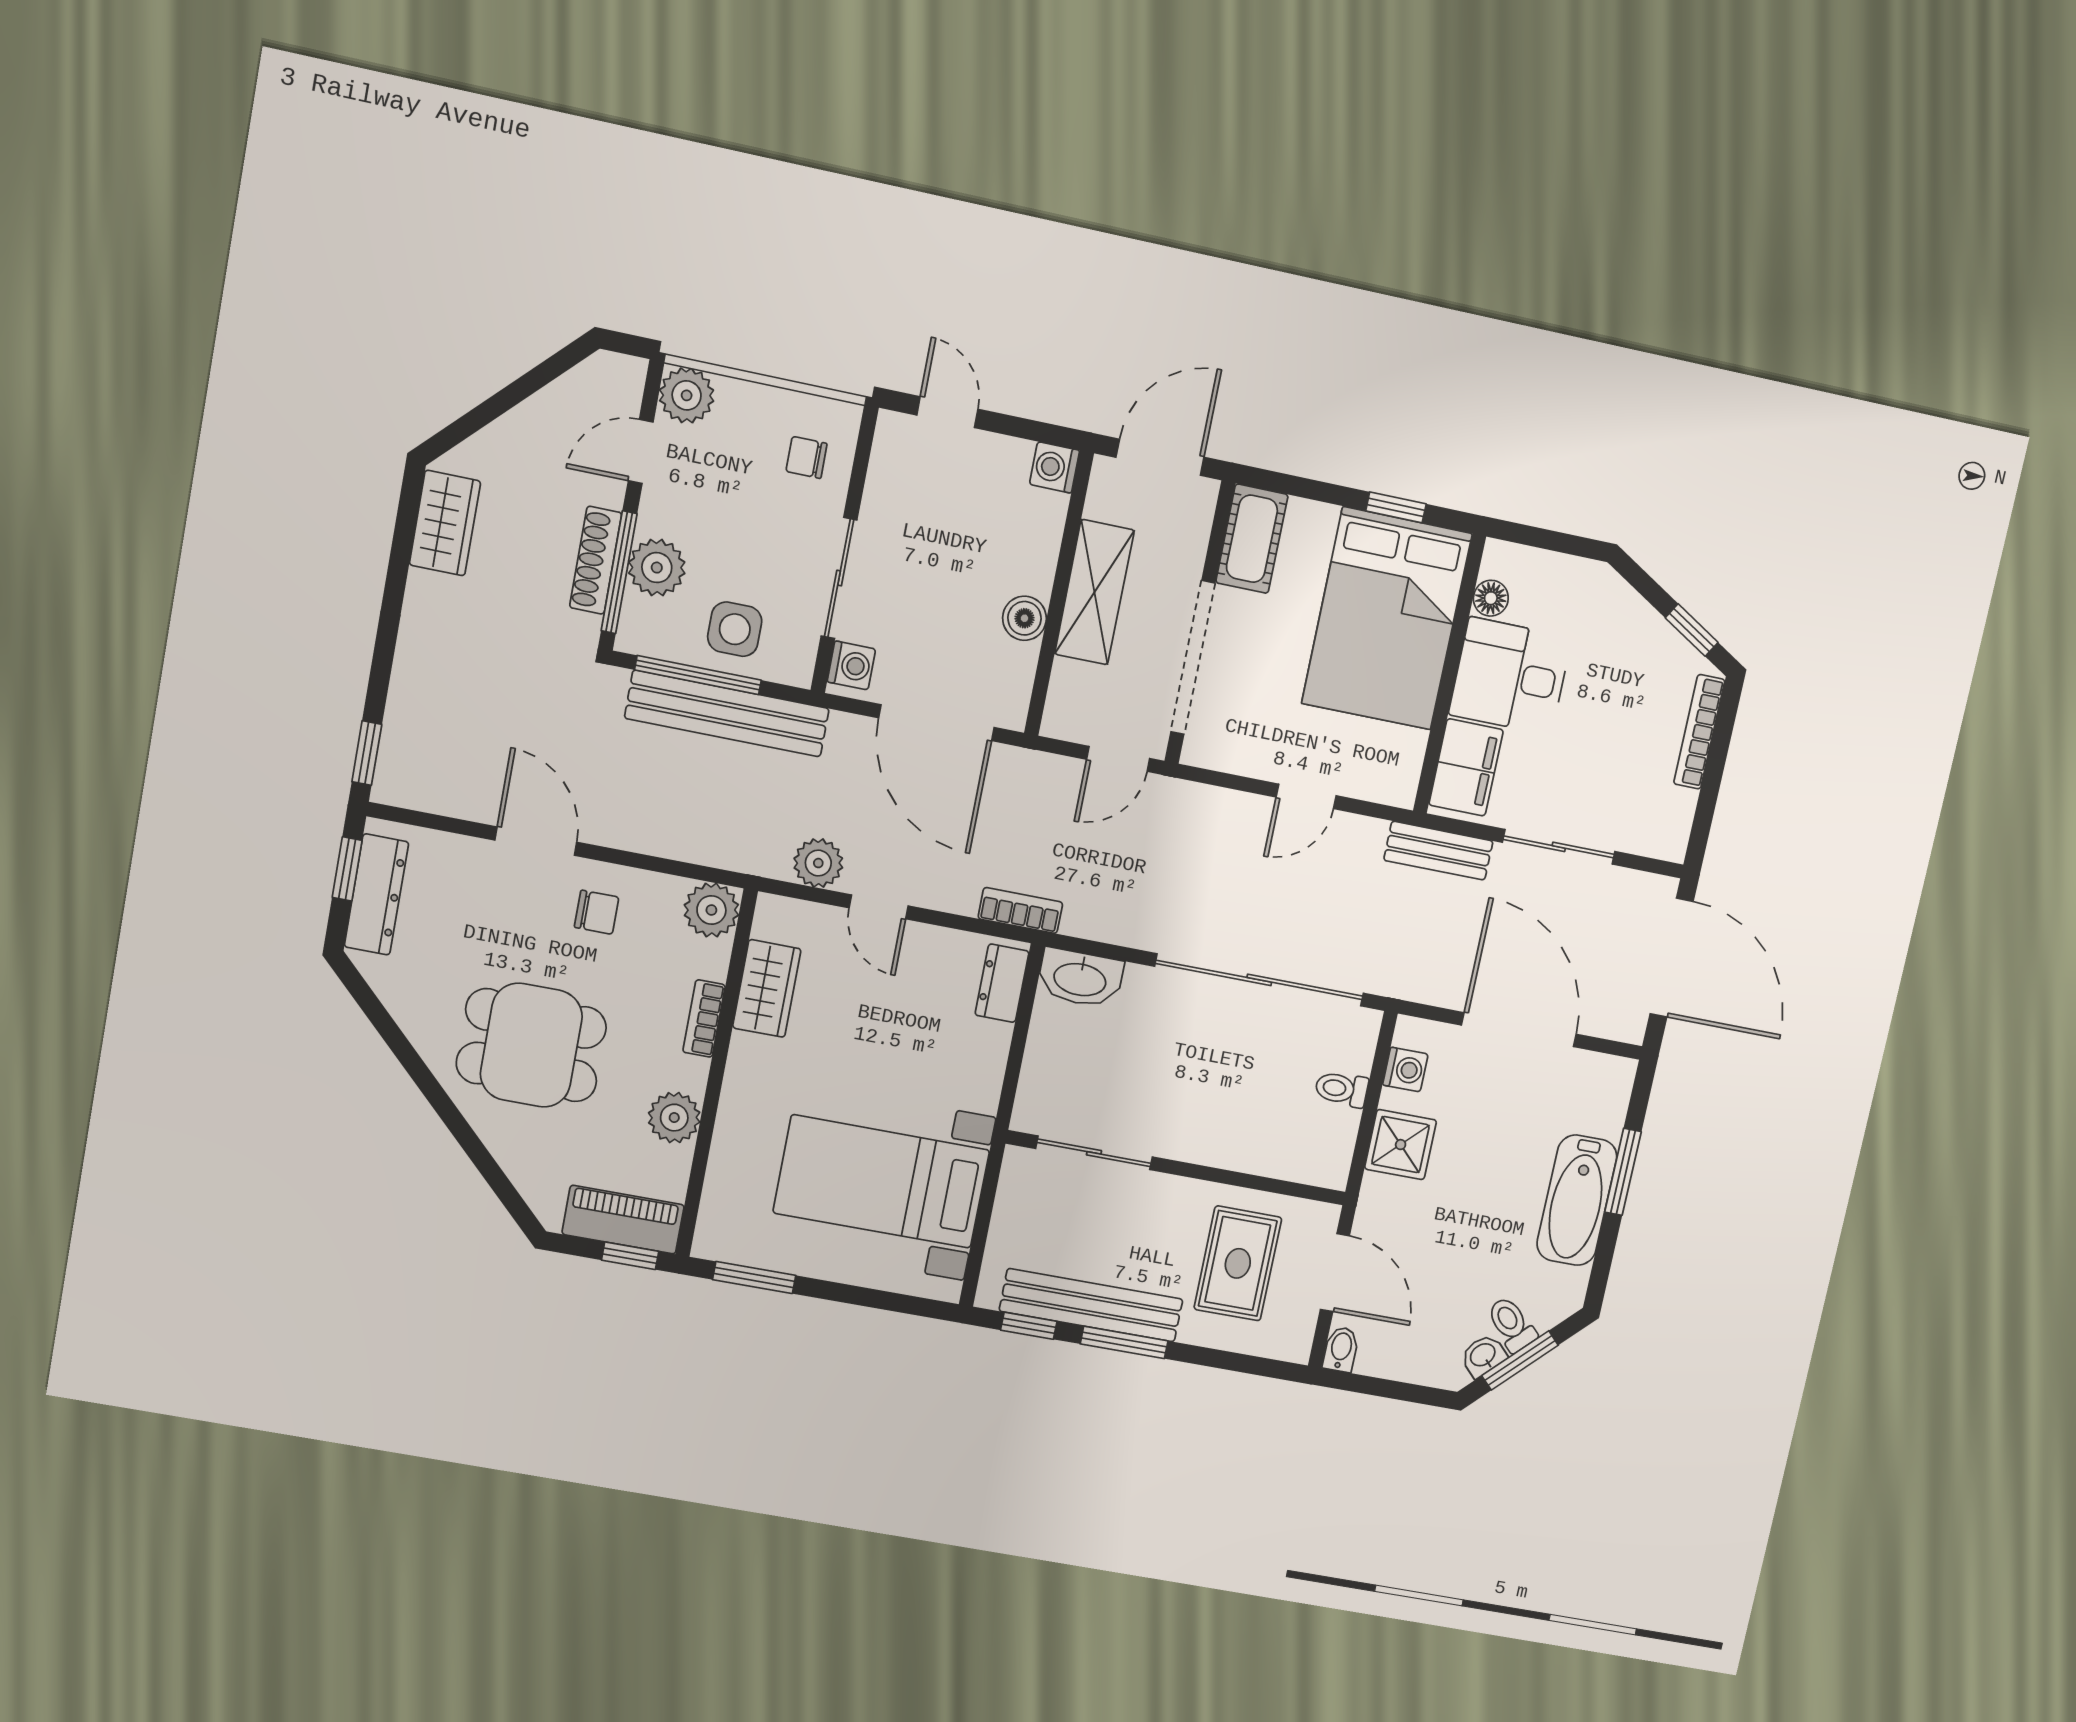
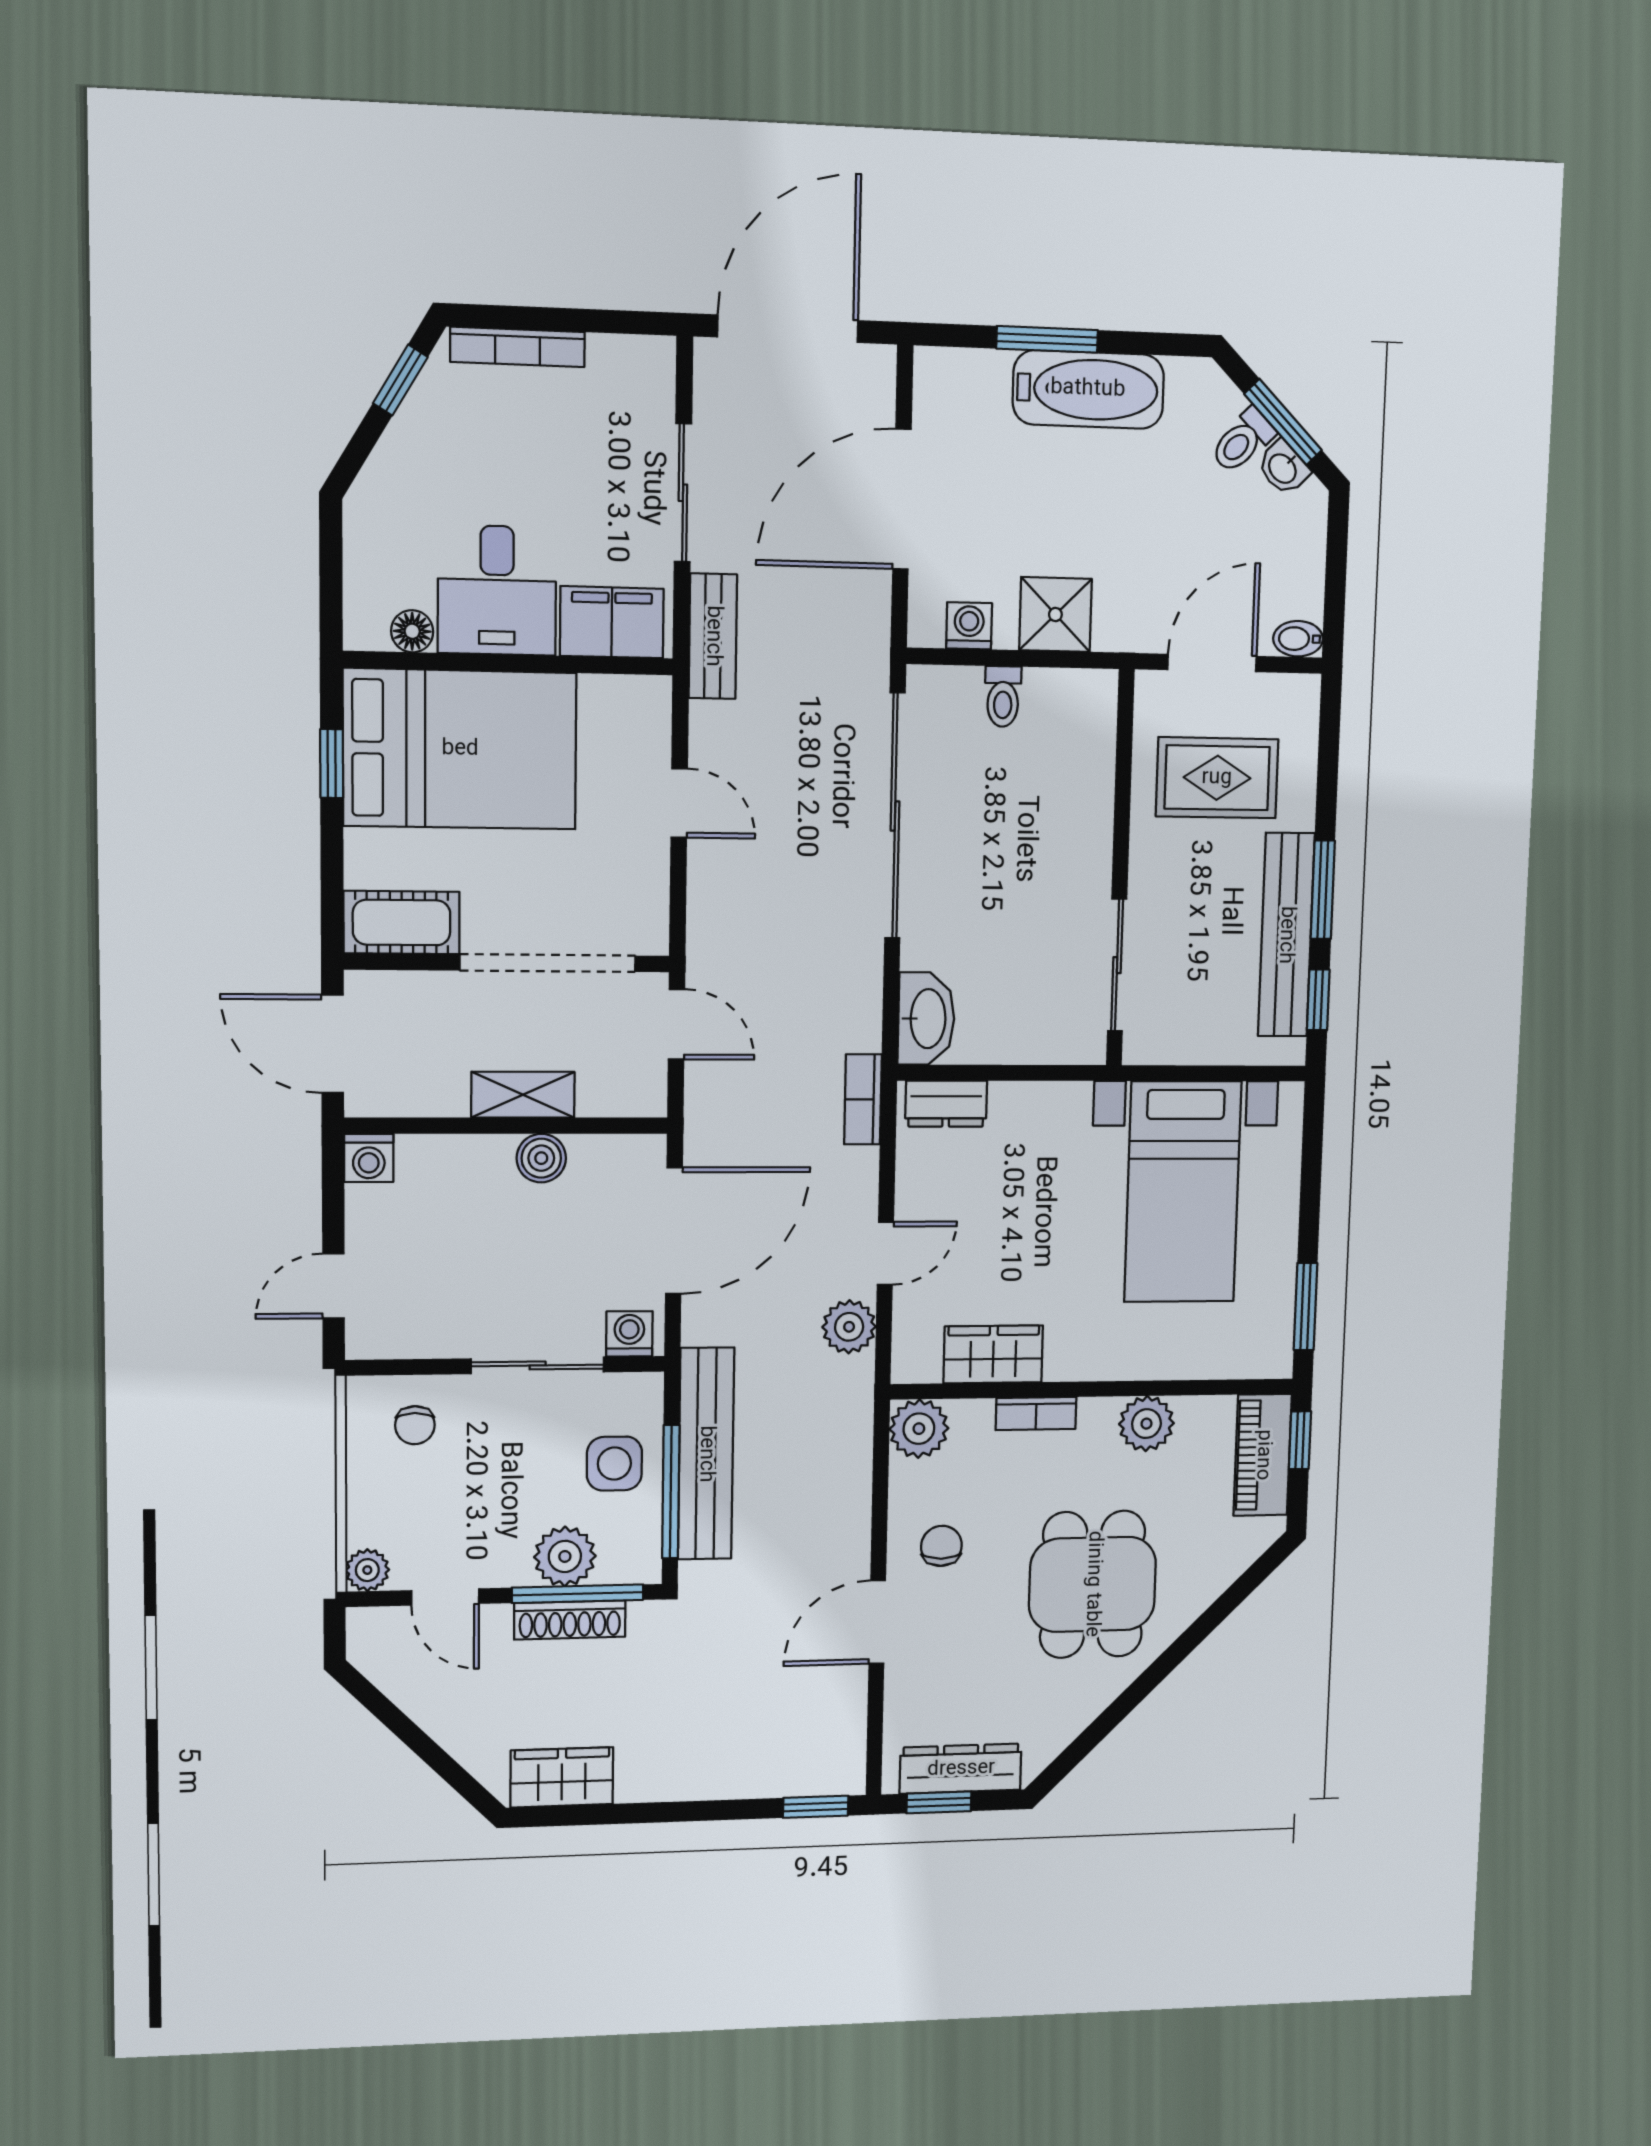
plant: (687, 395) -> (367, 1570), width x0.73, depth x0.73
shelving: (1094, 592) -> (523, 1095), width x0.67, depth x0.75

